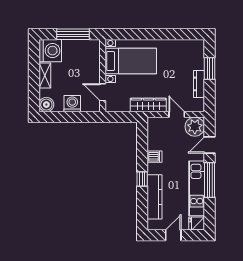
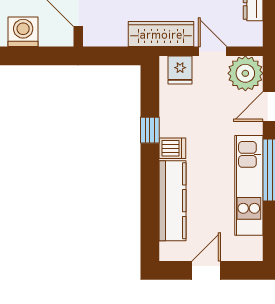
dishwasher: (155, 157) -> (172, 148), moved
window: (142, 179) -> (150, 130), moved
fridge: (197, 224) -> (180, 70), moved, turned -90

